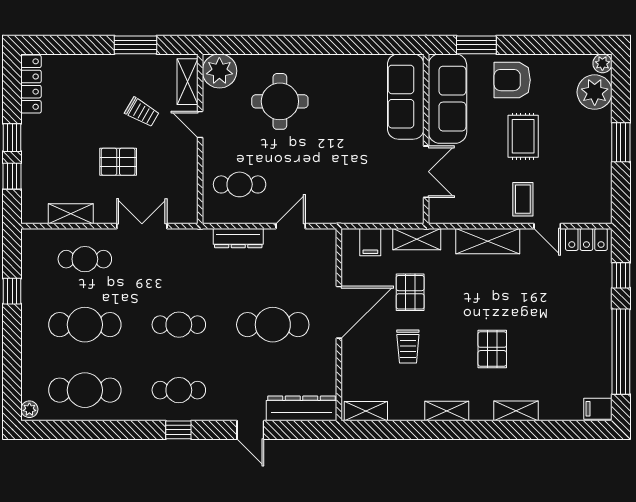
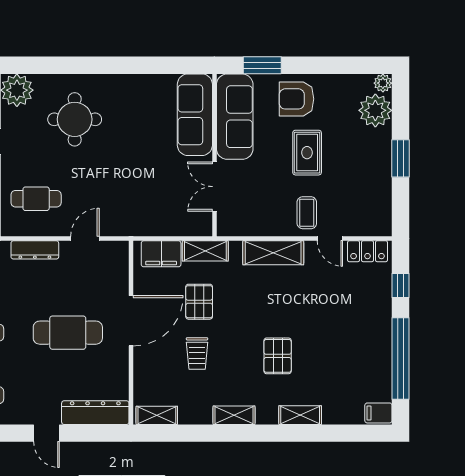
double door: (426, 172) -> (214, 187), swing flipped
filing cabinet: (370, 242) -> (161, 254), width x2.00

